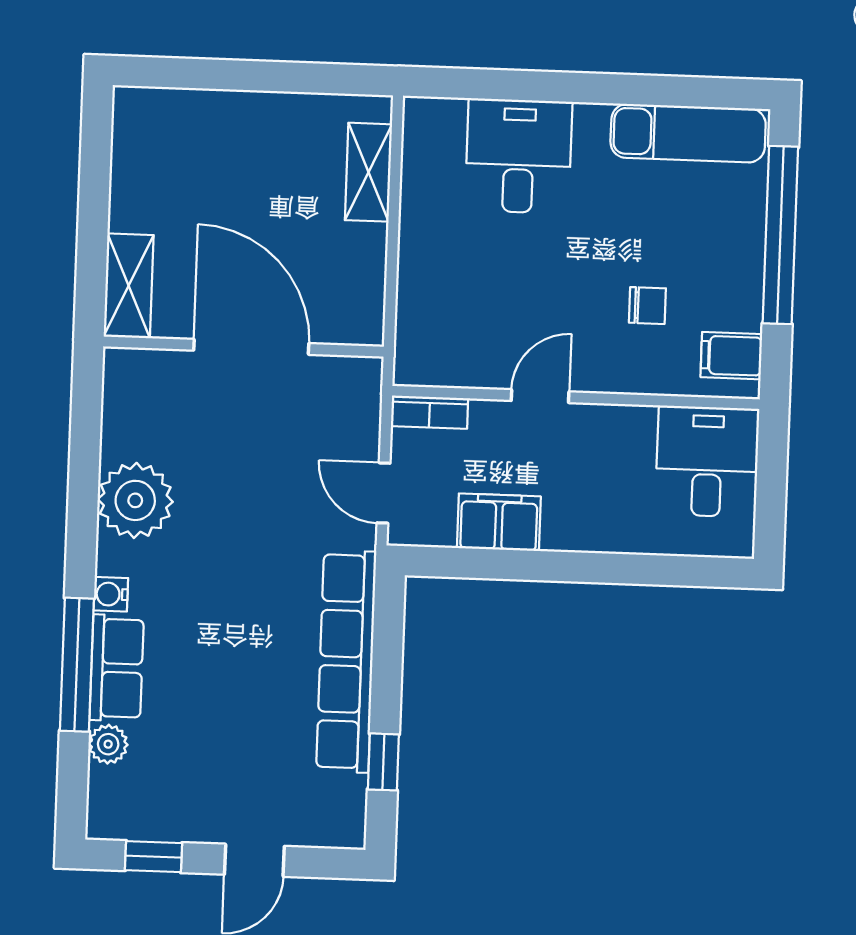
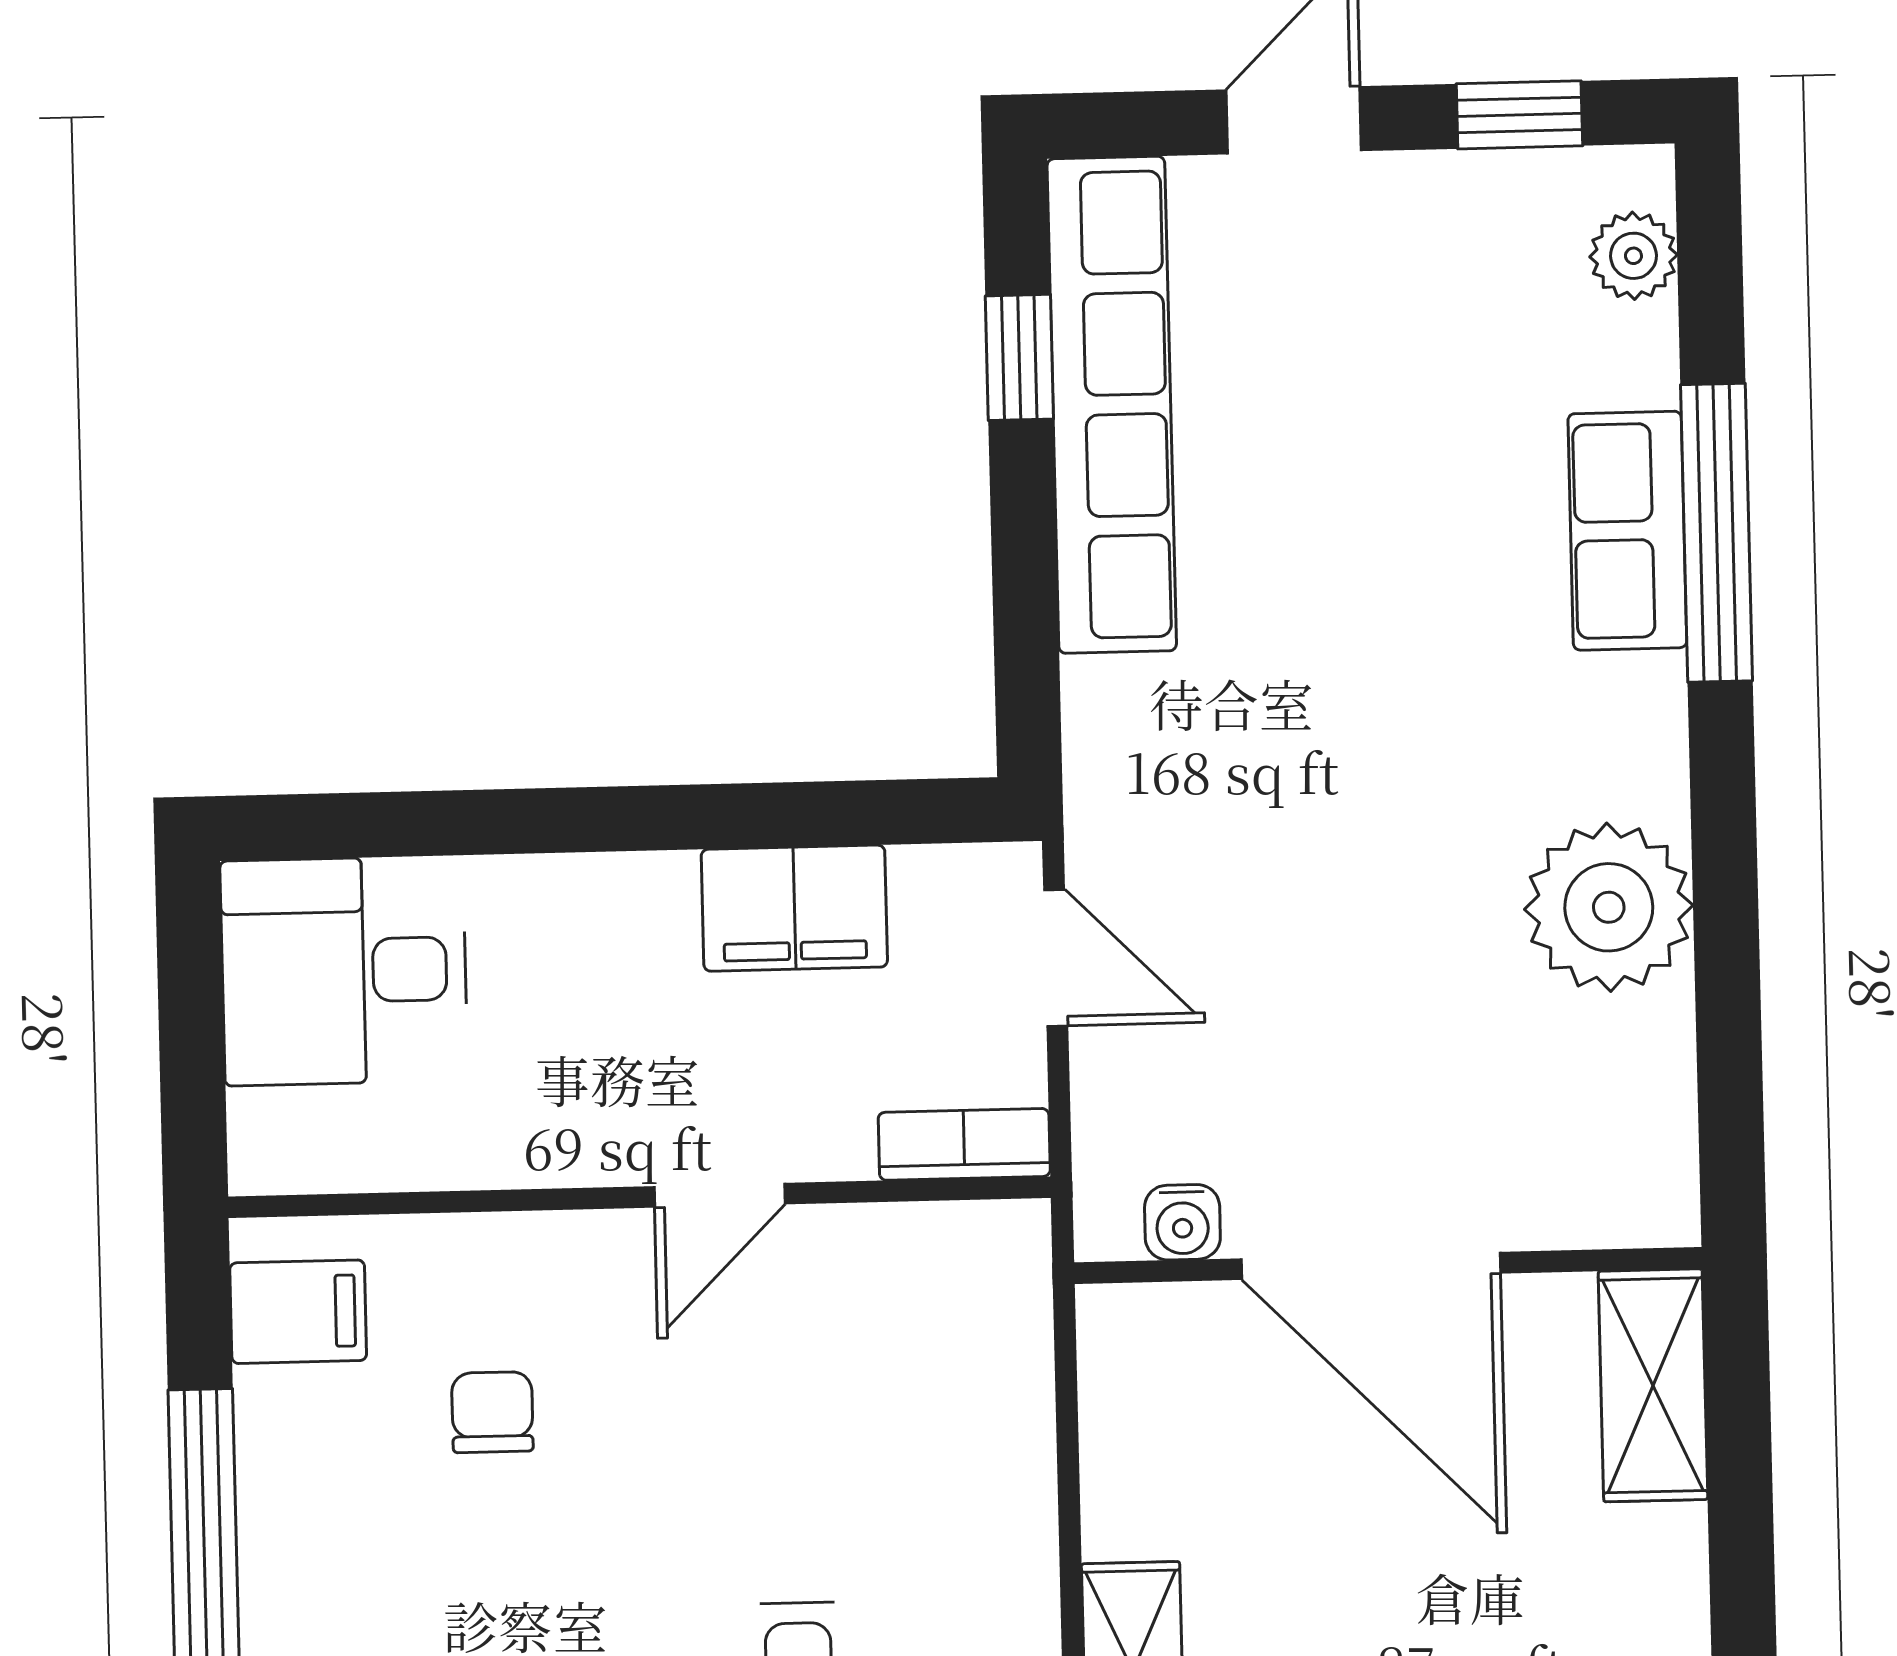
chair: (647, 306) -> (492, 1412), turned 90
desk: (707, 462) -> (344, 971), moved, turned 90
water cooler: (111, 594) -> (1182, 1222), moved, turned 90
row of seats: (346, 661) -> (1112, 405), moved
plant: (108, 744) -> (1633, 256), moved

